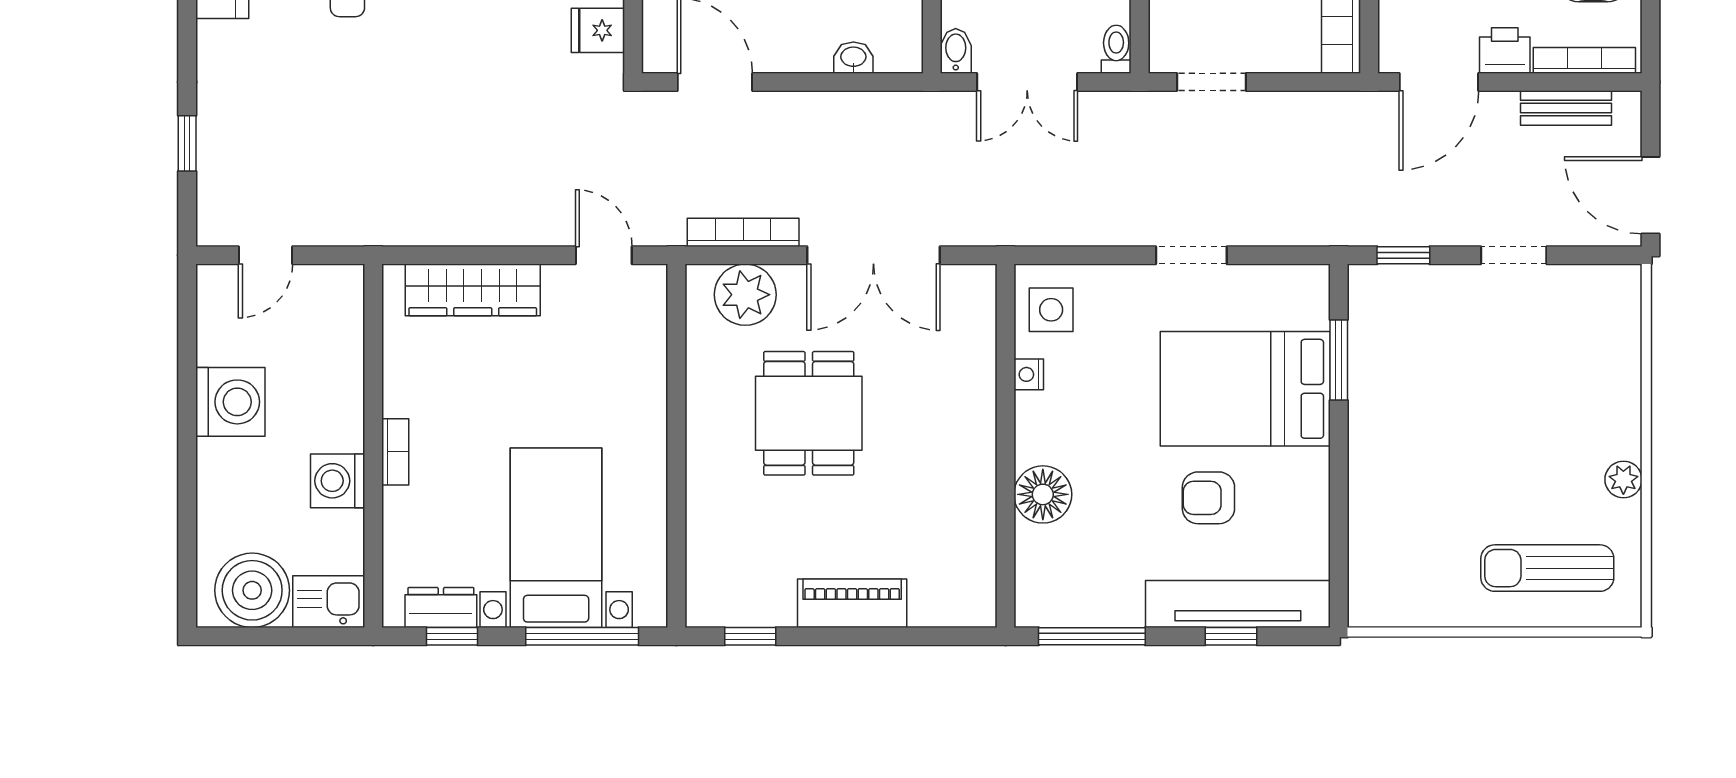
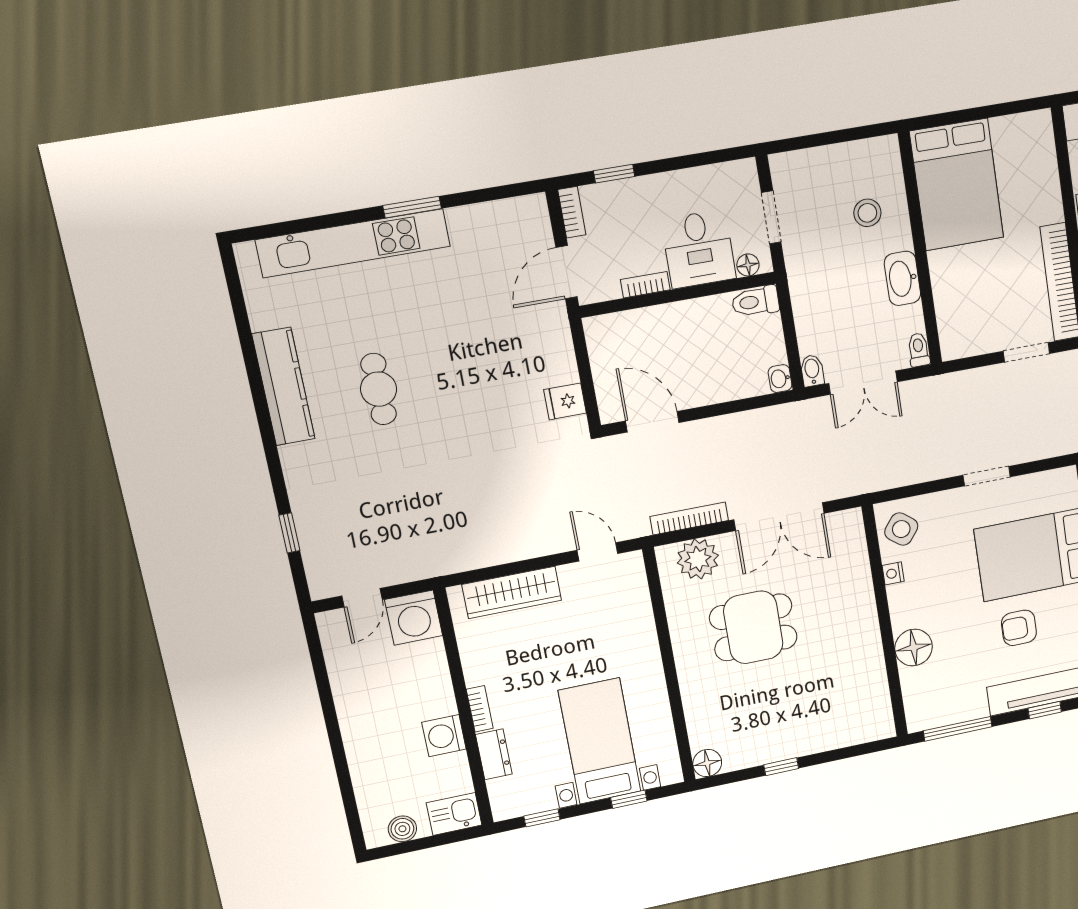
washbasin: (853, 58) -> (780, 379), moved, turned -90
doorway: (1212, 82) -> (1026, 352), moved
side table: (1051, 310) -> (901, 529), turned 38
washing machine: (230, 402) -> (414, 618), moved, turned 90
dining table: (809, 413) -> (753, 627), turned 90
boiler: (252, 590) -> (402, 829), width x0.54, depth x0.54
piano: (852, 603) -> (802, 741), removed
floor lamp: (706, 606) -> (707, 763), added
dresser: (441, 607) -> (494, 754), moved, turned 90
window: (582, 636) -> (629, 799), width x0.46
window: (750, 636) -> (781, 767), moved

